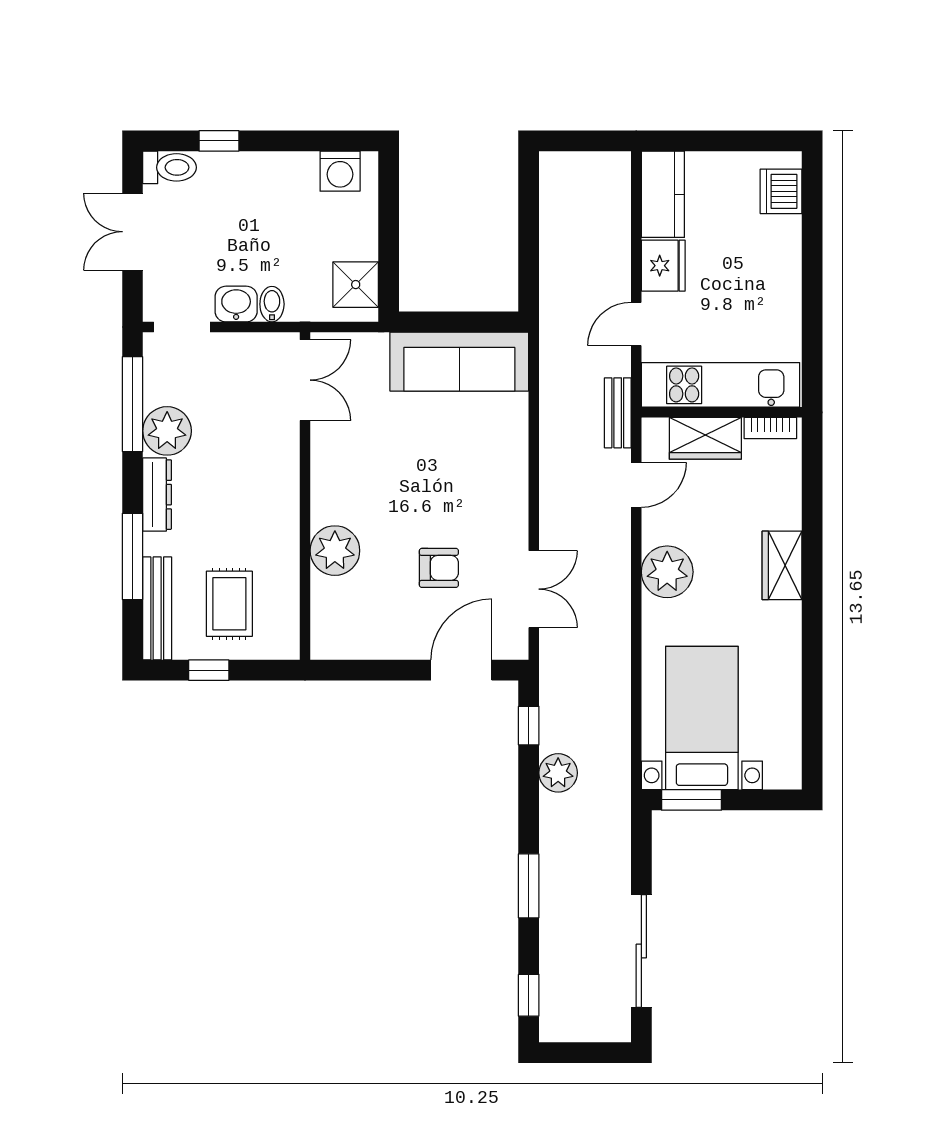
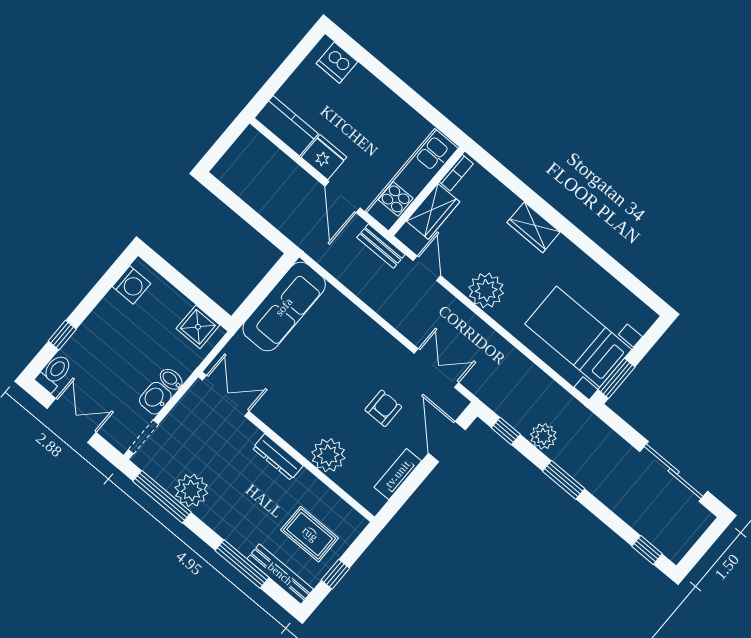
double door: (133, 232) -> (72, 421), swing flipped
door: (636, 324) -> (342, 197), width x1.38
dresser: (157, 495) -> (278, 457), moved, turned 180
tv unit: (379, 646) -> (398, 474), added
window: (529, 886) -> (564, 480), moved

